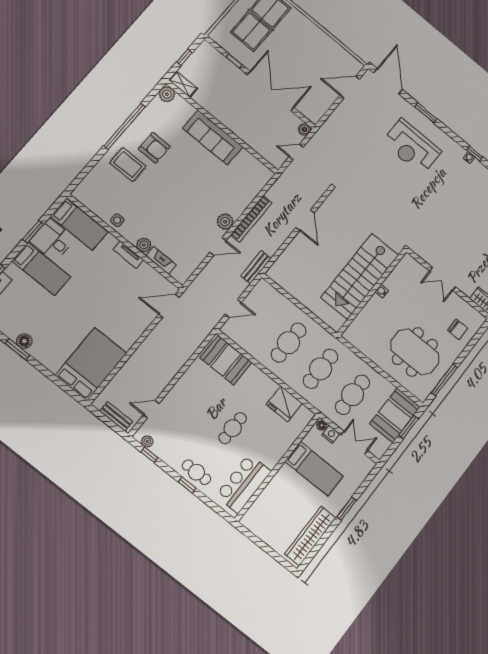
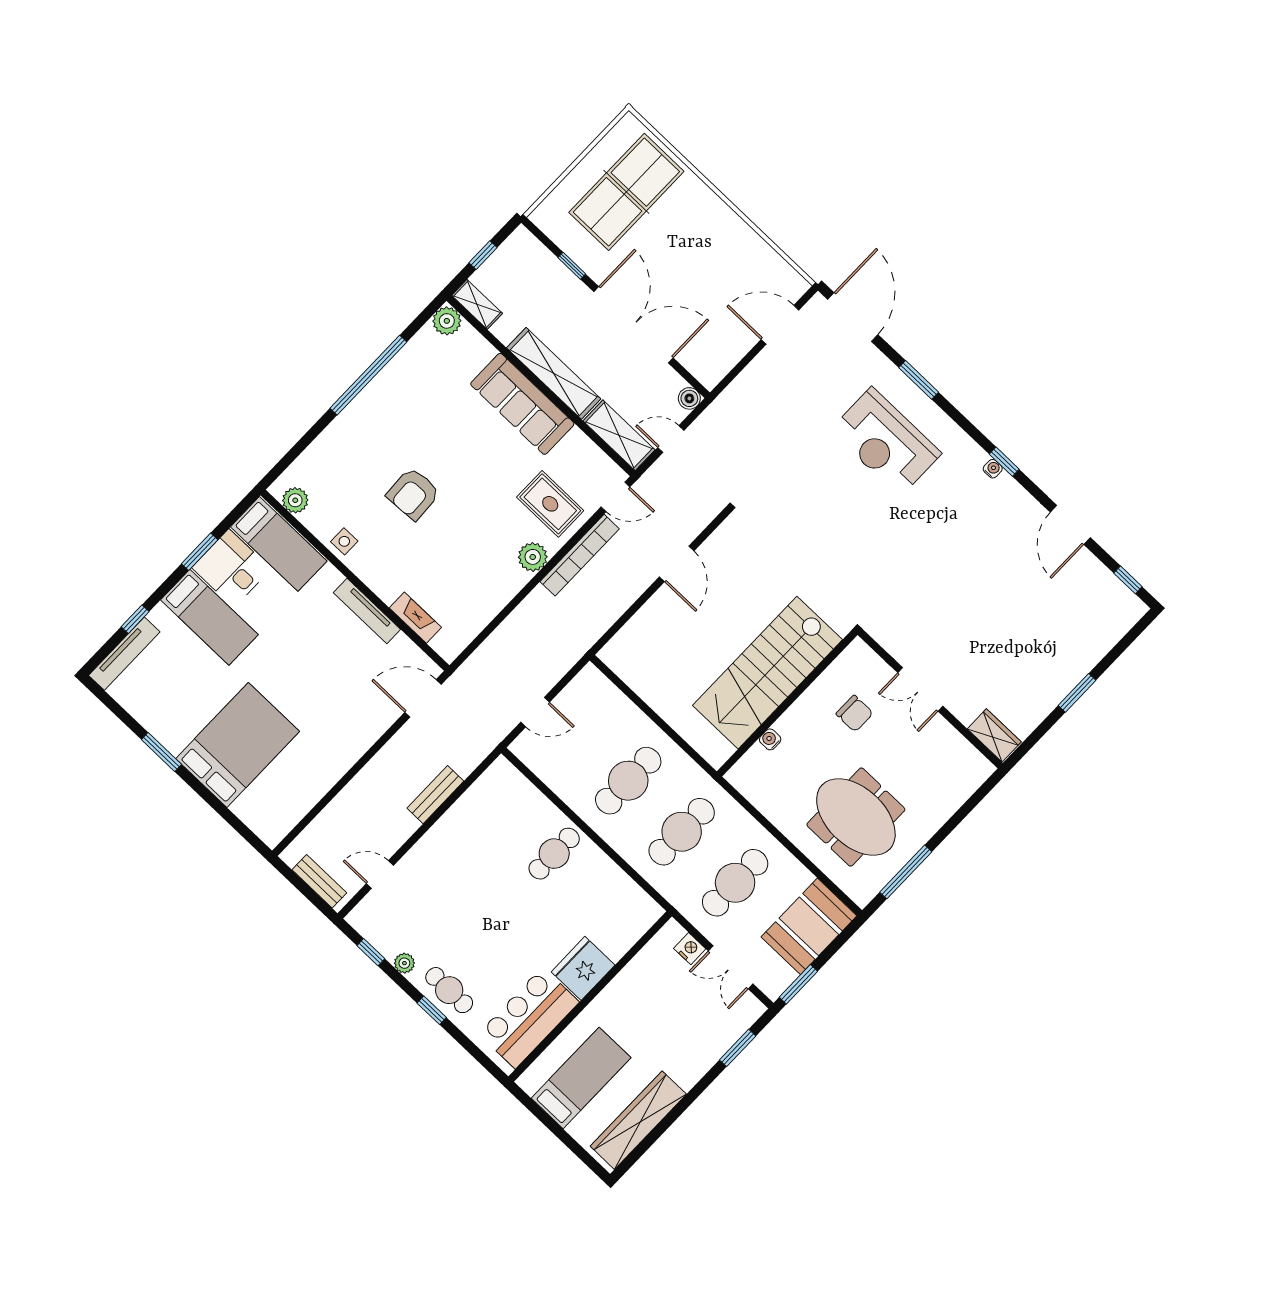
shelving: (229, 120) -> (554, 373), added
armchair: (154, 148) -> (413, 494), moved, turned 87
shelving: (268, 152) -> (619, 435), added
rug: (128, 164) -> (550, 504), moved
plant: (144, 245) -> (295, 500), moved
door: (218, 246) -> (615, 497), moved
tv unit: (128, 255) -> (367, 611), width x1.41
bench: (256, 267) -> (435, 795), moved
water cooler: (382, 291) -> (770, 739), moved
chair: (458, 329) -> (855, 713), moved
floor lamp: (24, 341) -> (174, 739), removed
booth: (226, 360) -> (515, 802), removed
bed: (91, 364) -> (238, 745), moved
fridge: (284, 404) -> (583, 968), moved, turned 90
floor lamp: (322, 425) -> (675, 931), removed
window: (409, 427) -> (798, 984), moved
cafe table: (233, 428) -> (554, 854), moved
plant: (147, 441) -> (404, 963), moved
double door: (354, 443) -> (731, 967), swing flipped
bed: (314, 469) -> (581, 1078), moved, turned -90
window: (347, 509) -> (738, 1048), moved

